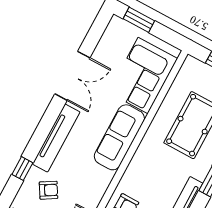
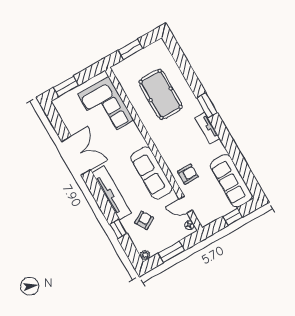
sofa: (119, 137) -> (151, 173), moved

